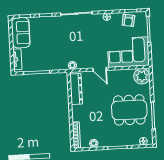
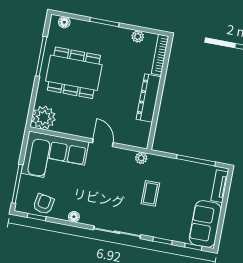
coffee table: (61, 44) -> (150, 193), added
dresser: (76, 89) -> (149, 98), moved

